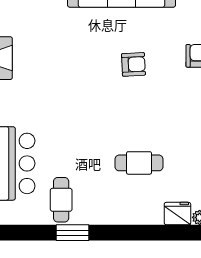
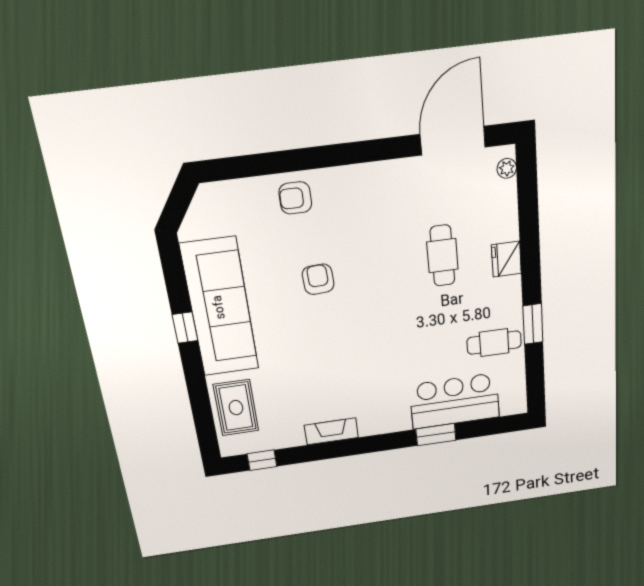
fridge: (177, 214) -> (506, 259), moved

